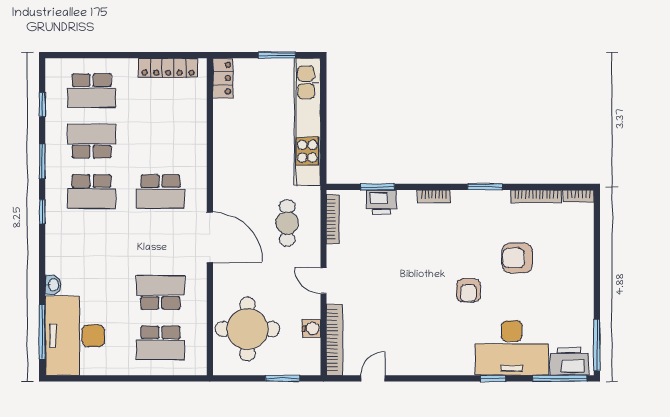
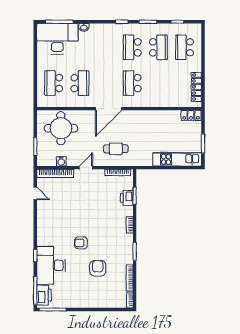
kitchen unit: (307, 122) -> (177, 159), width x0.73

